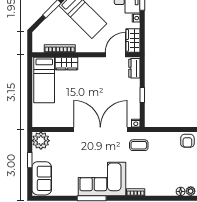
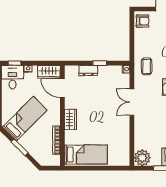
wardrobe: (66, 64) -> (70, 119), moved
dresser: (134, 68) -> (88, 70), moved
double door: (100, 129) -> (132, 102), width x0.54

